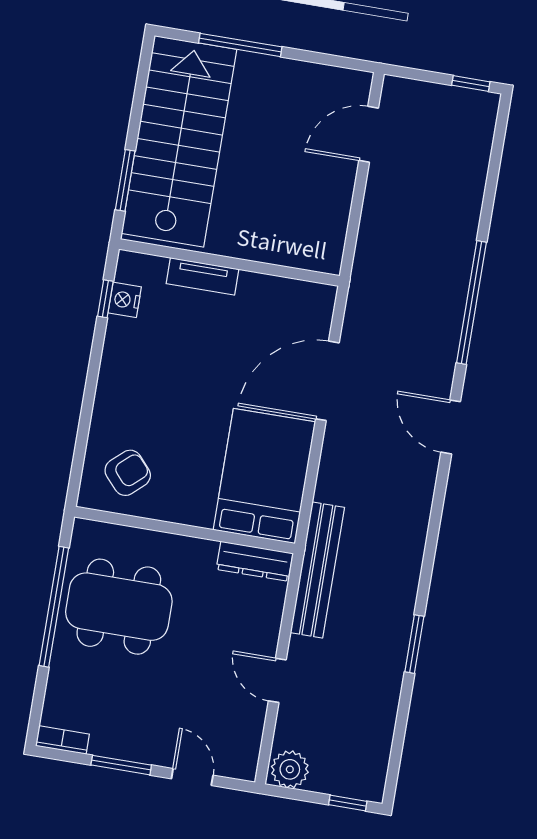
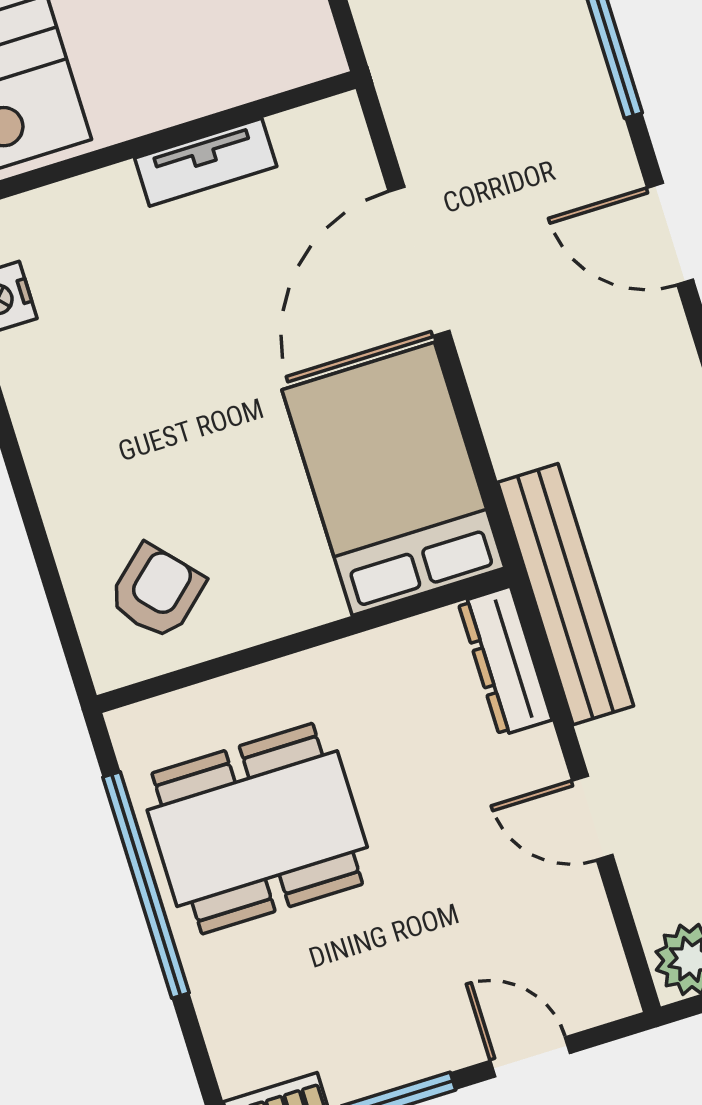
tv unit: (202, 276) -> (206, 162), moved
dresser: (255, 561) -> (505, 661), moved, turned 90

